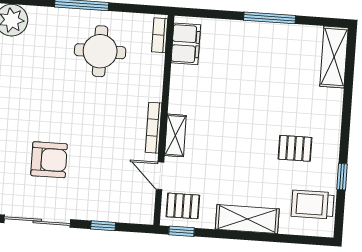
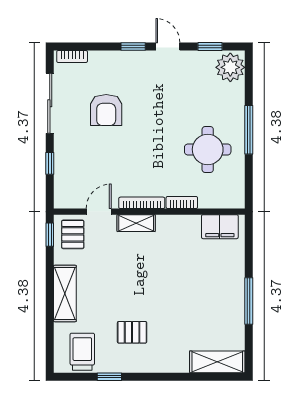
bookcase: (160, 35) -> (182, 203), moved
pallet: (295, 148) -> (132, 332), turned 90

